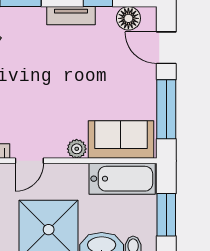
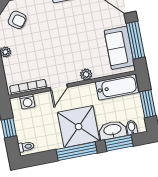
sofa: (121, 140) -> (119, 48), moved, turned -90

